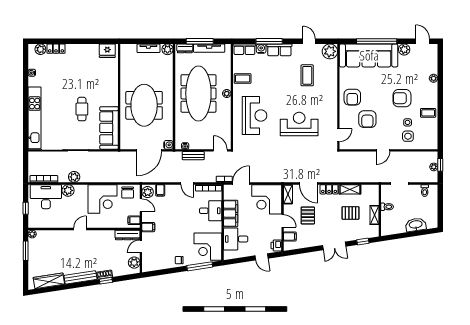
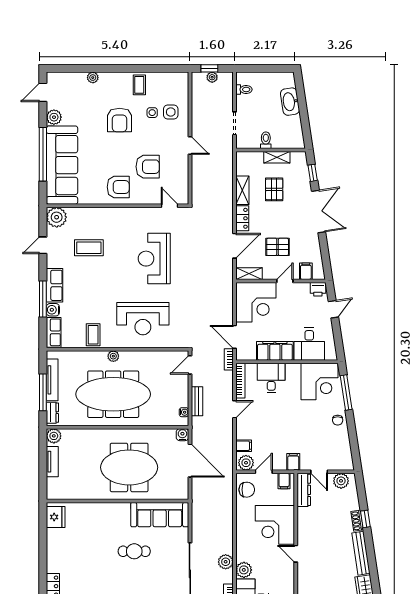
reception desk: (255, 115) -> (143, 319), turned 180
corner desk: (102, 199) -> (275, 525), moved, turned 180
double door: (334, 246) -> (319, 211), width x1.37

